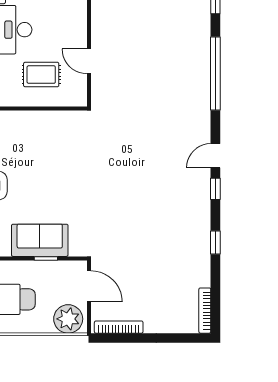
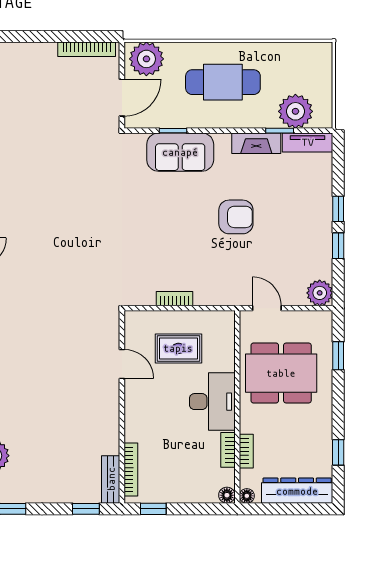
bookcase: (45, 117) -> (175, 299), added
door: (89, 286) -> (122, 98), swing flipped

